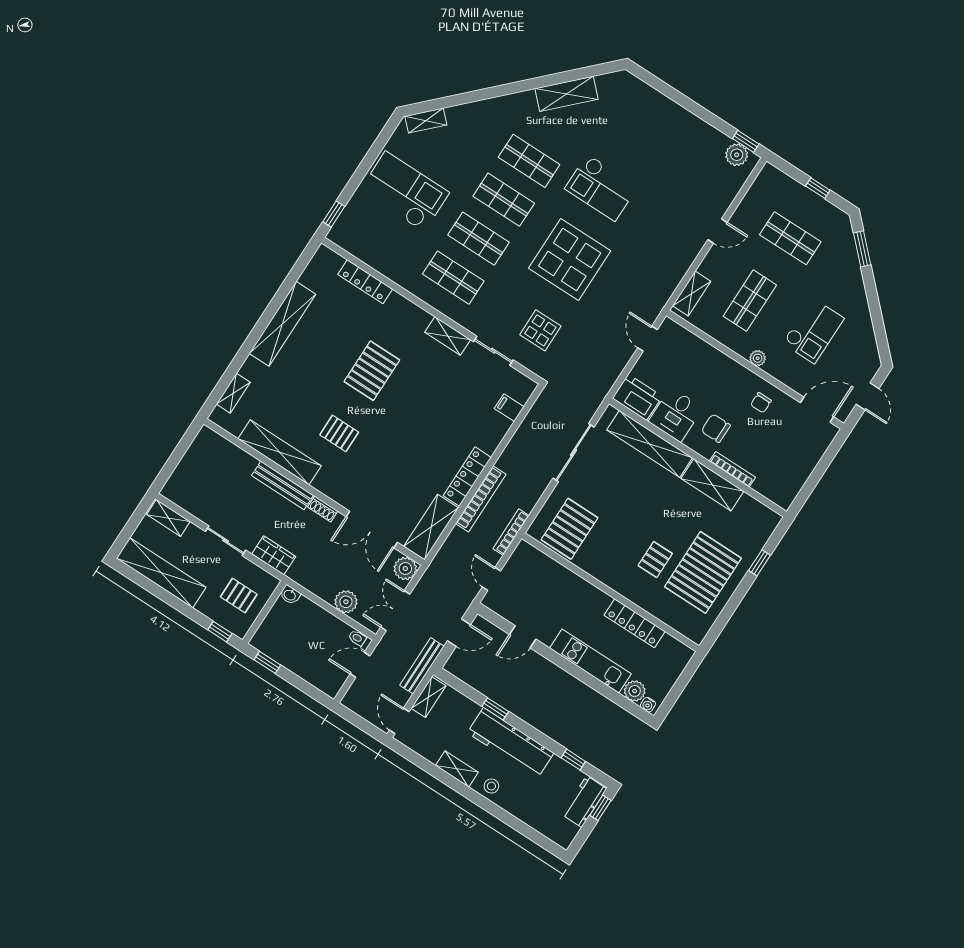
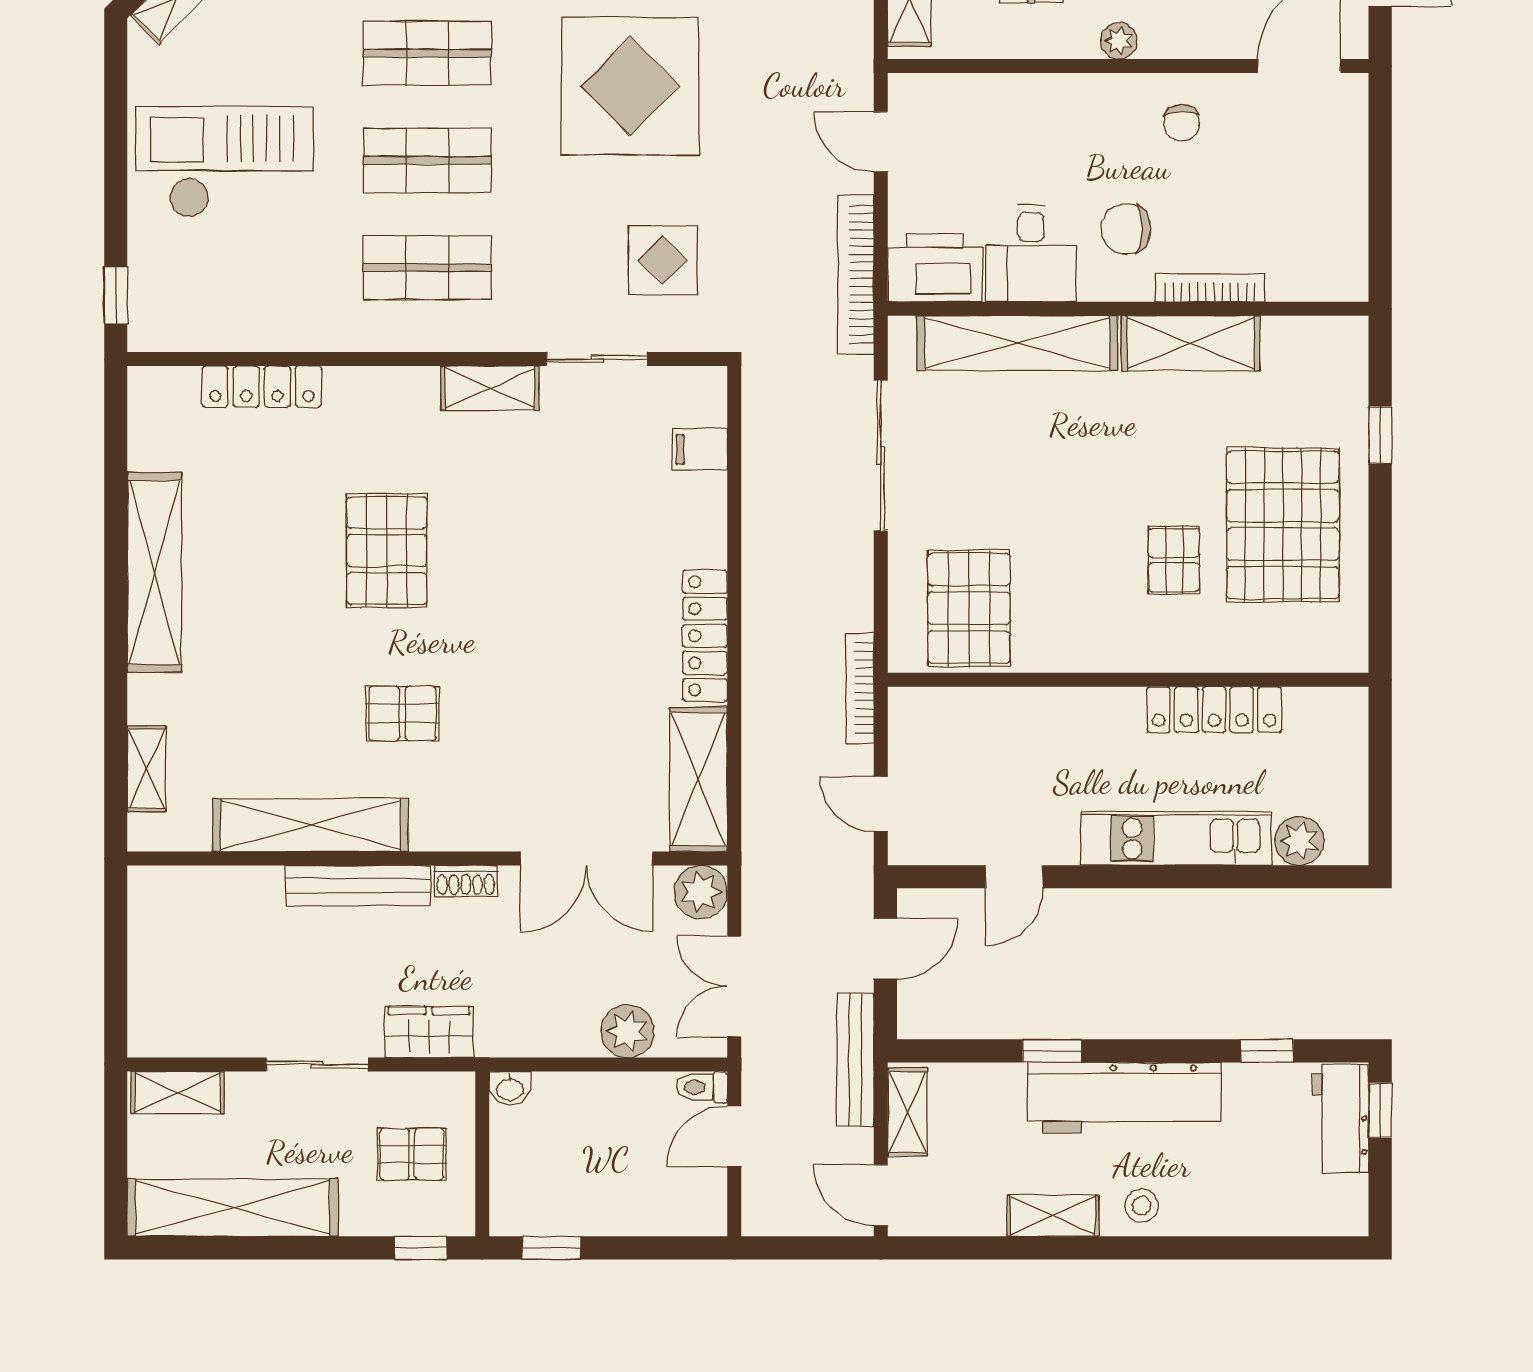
bookcase: (481, 499) -> (856, 274), moved, turned 180
water cooler: (648, 705) -> (1343, 851), removed

